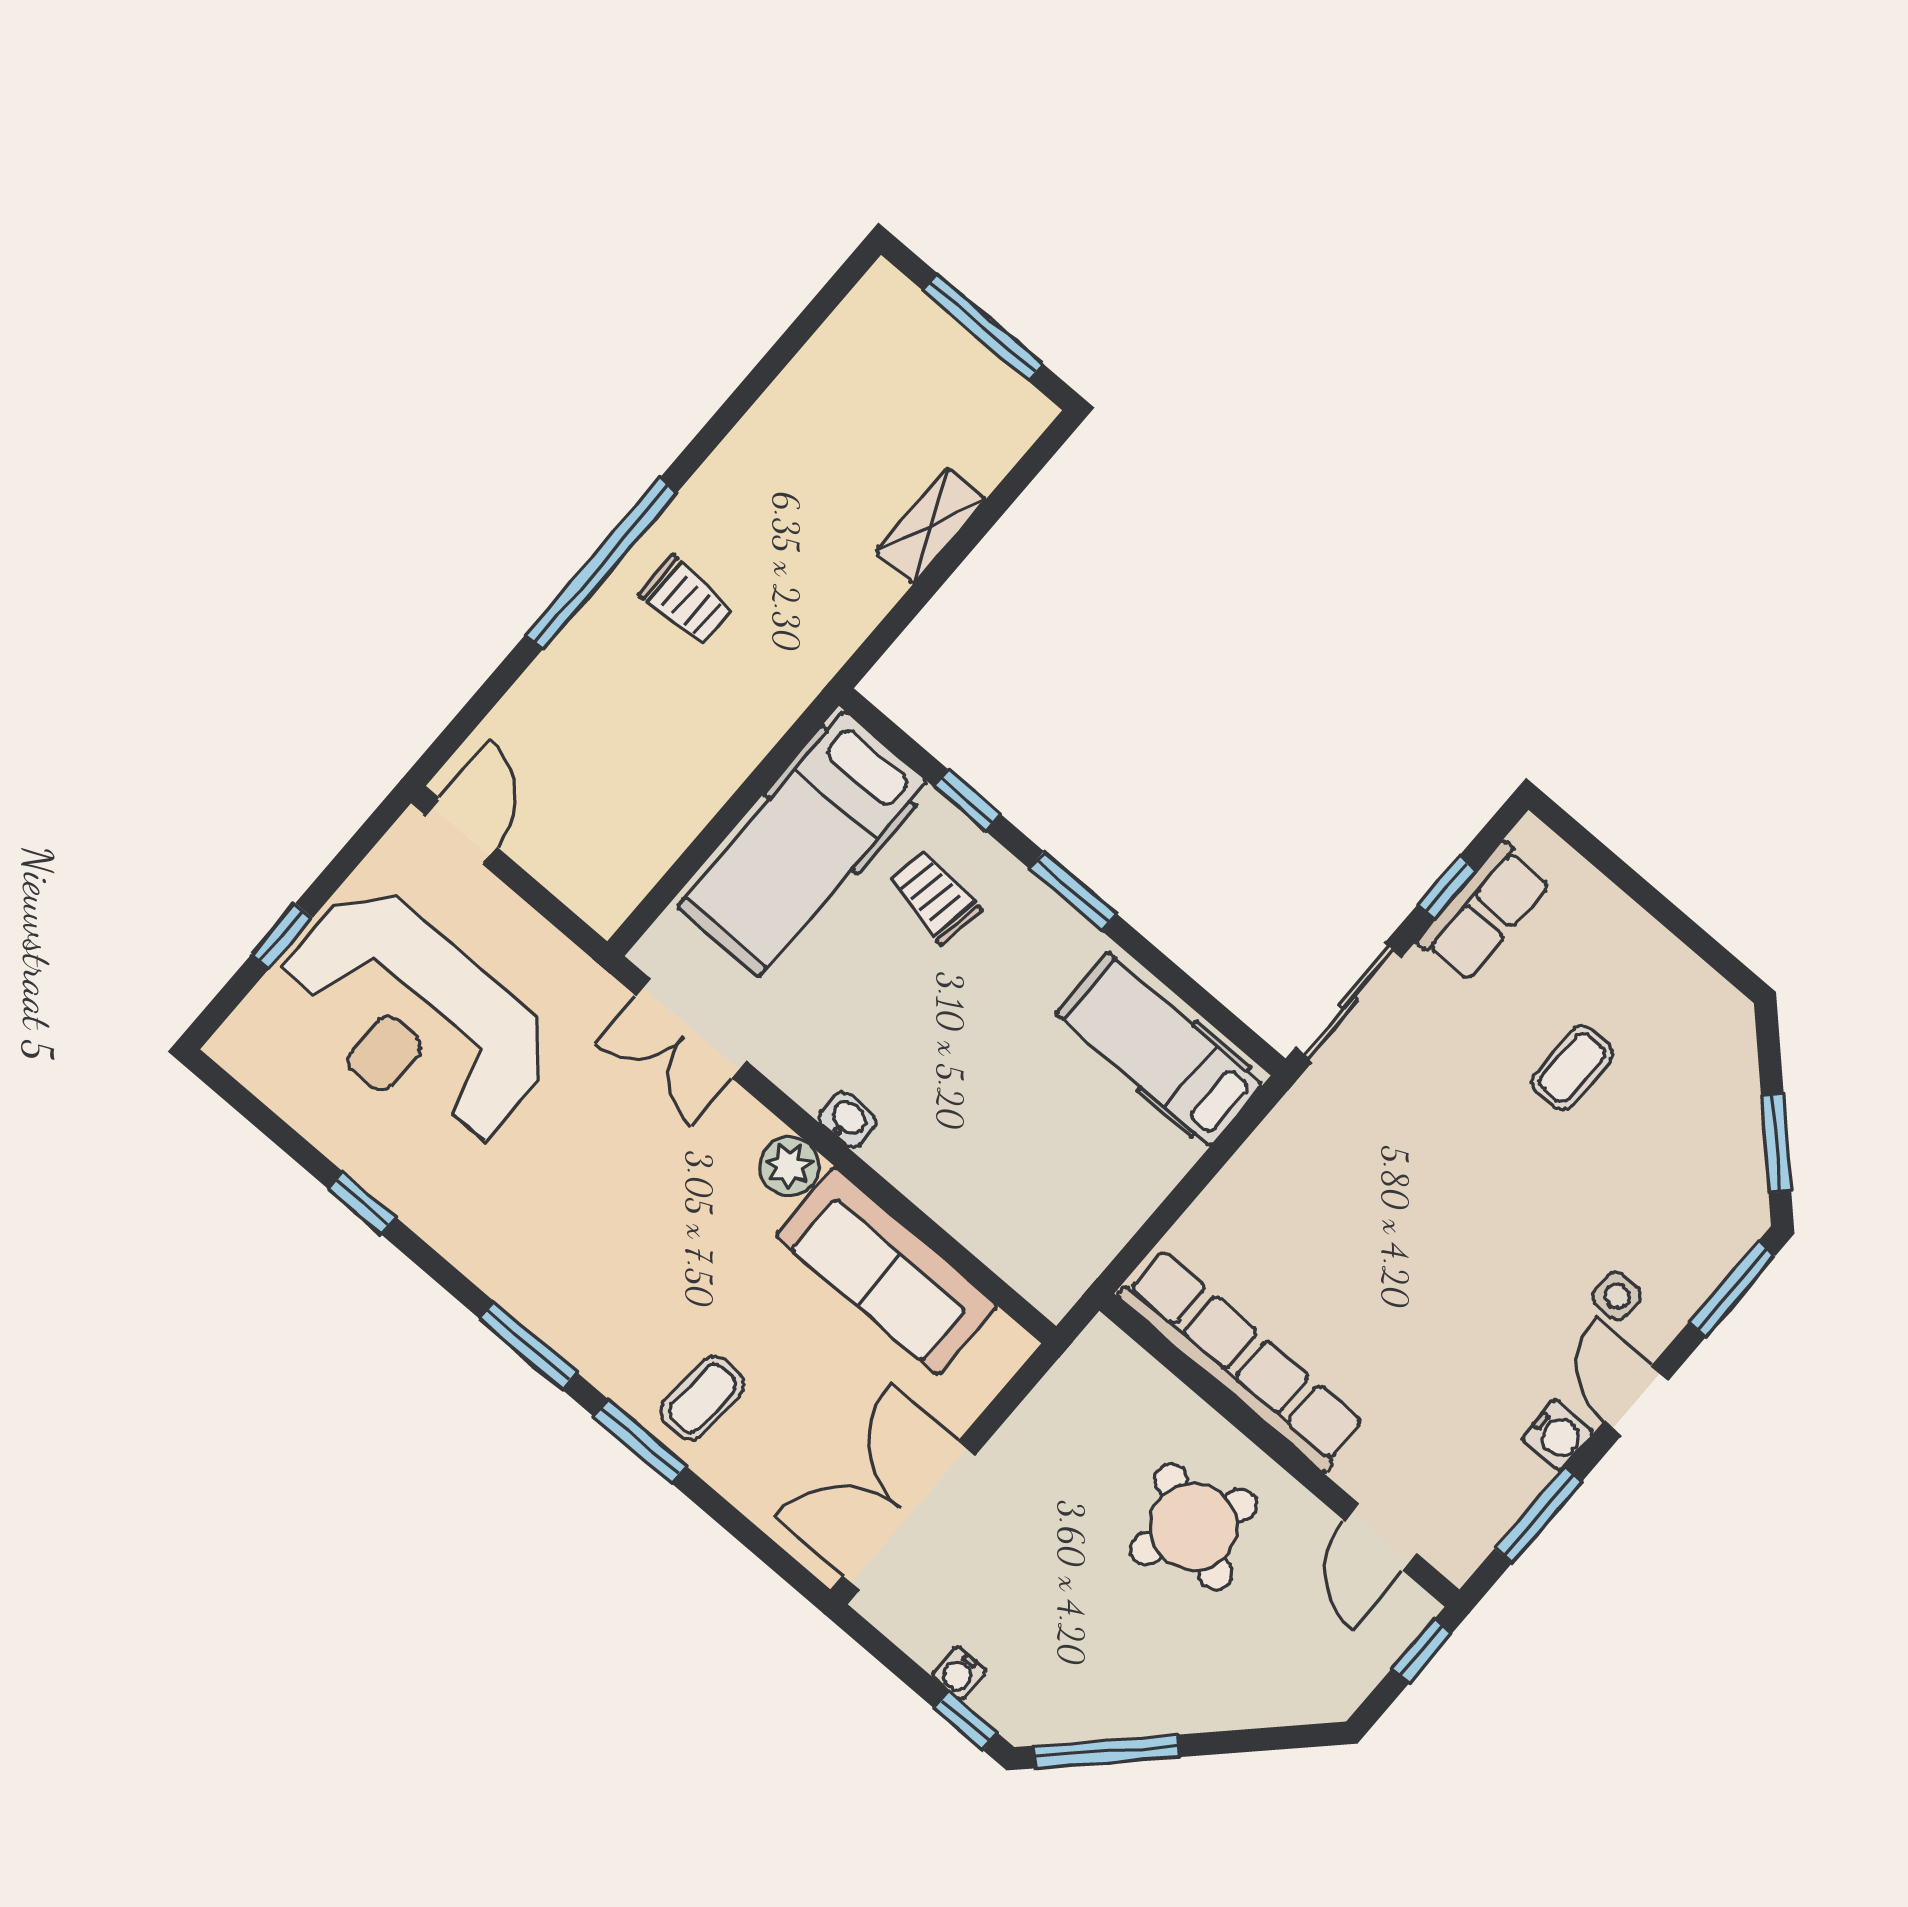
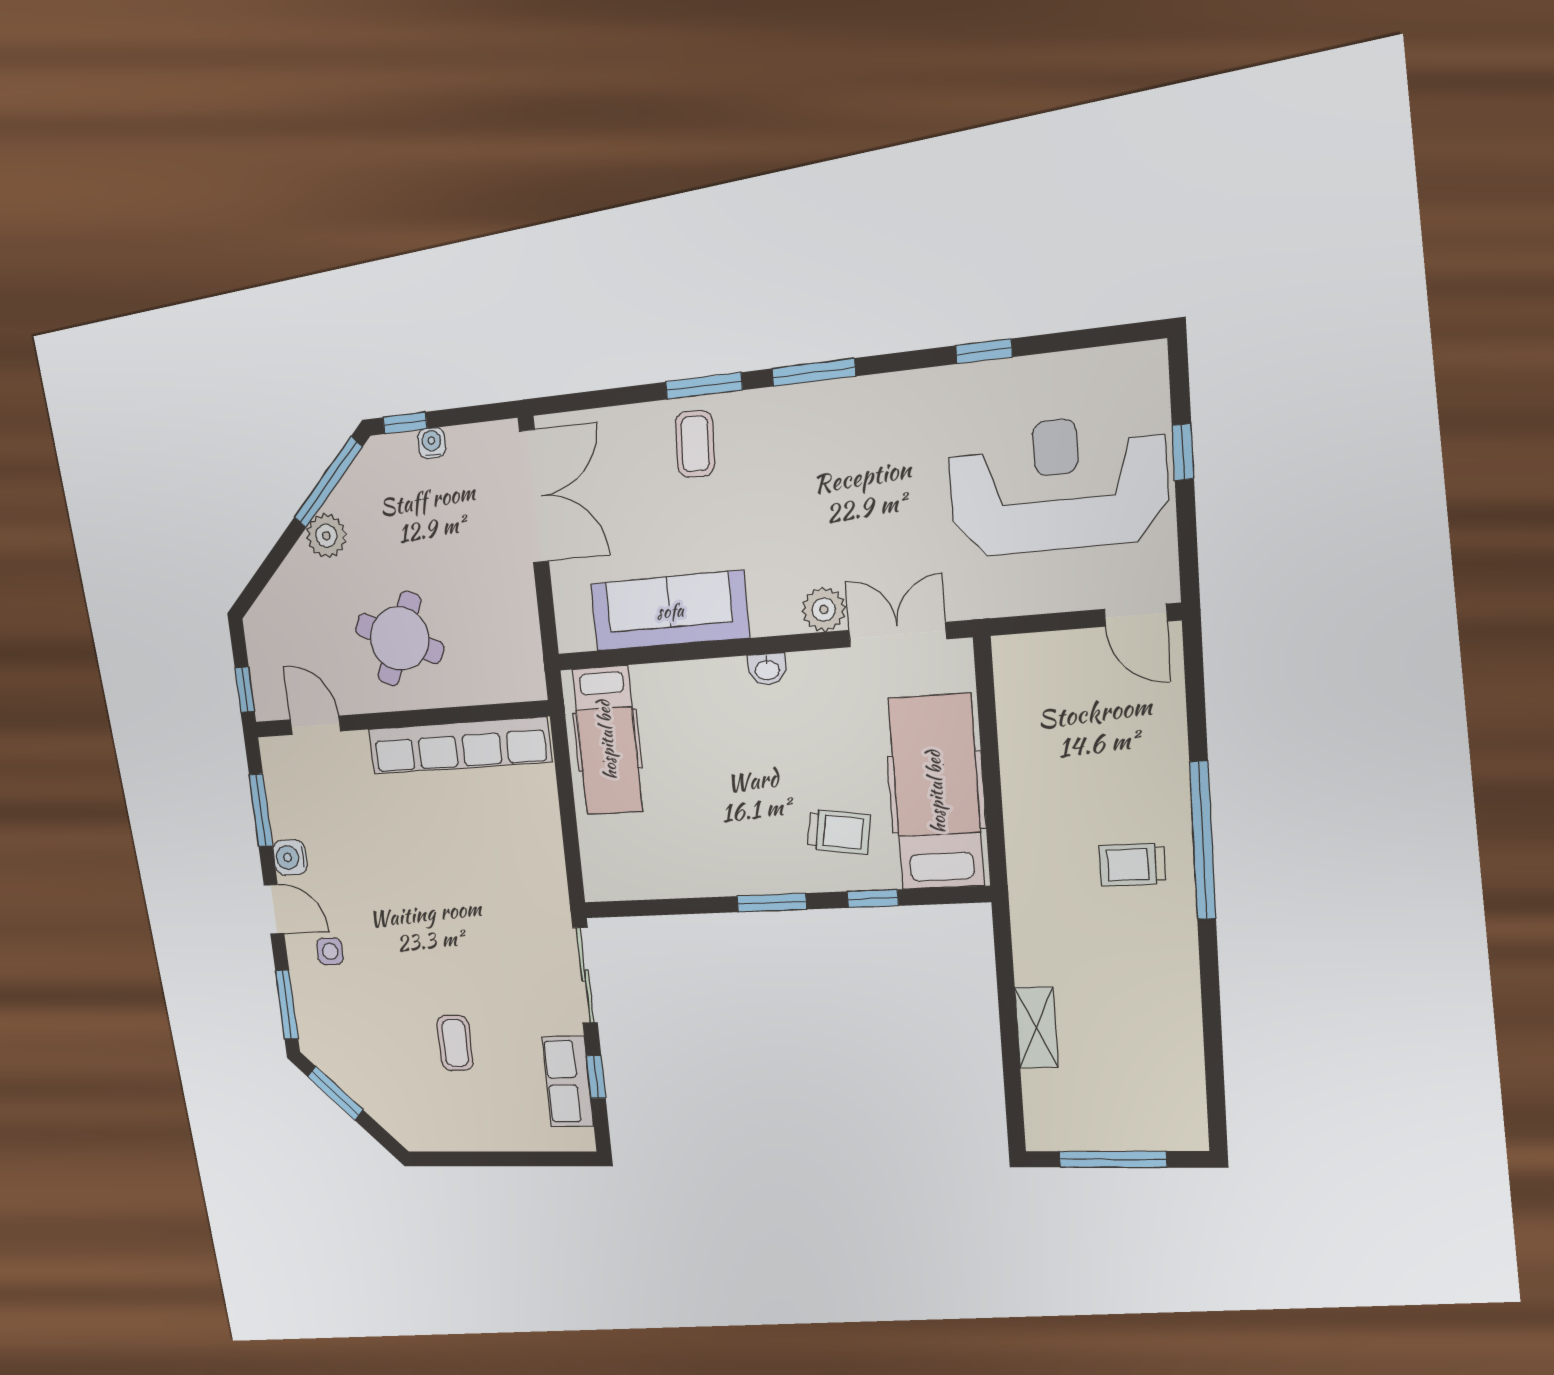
hospital bed: (1159, 1049) -> (607, 740), moved, turned 90
plant: (789, 1166) -> (824, 610), moved
plant: (1164, 1704) -> (326, 536), added

